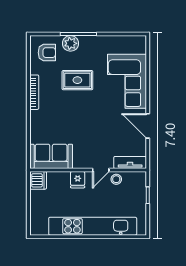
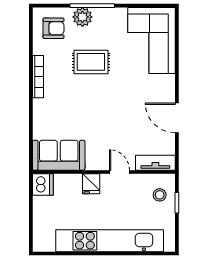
corner sofa: (127, 81) -> (152, 40), moved
door: (101, 170) -> (120, 172), swing flipped
stool: (116, 179) -> (160, 195), moved

